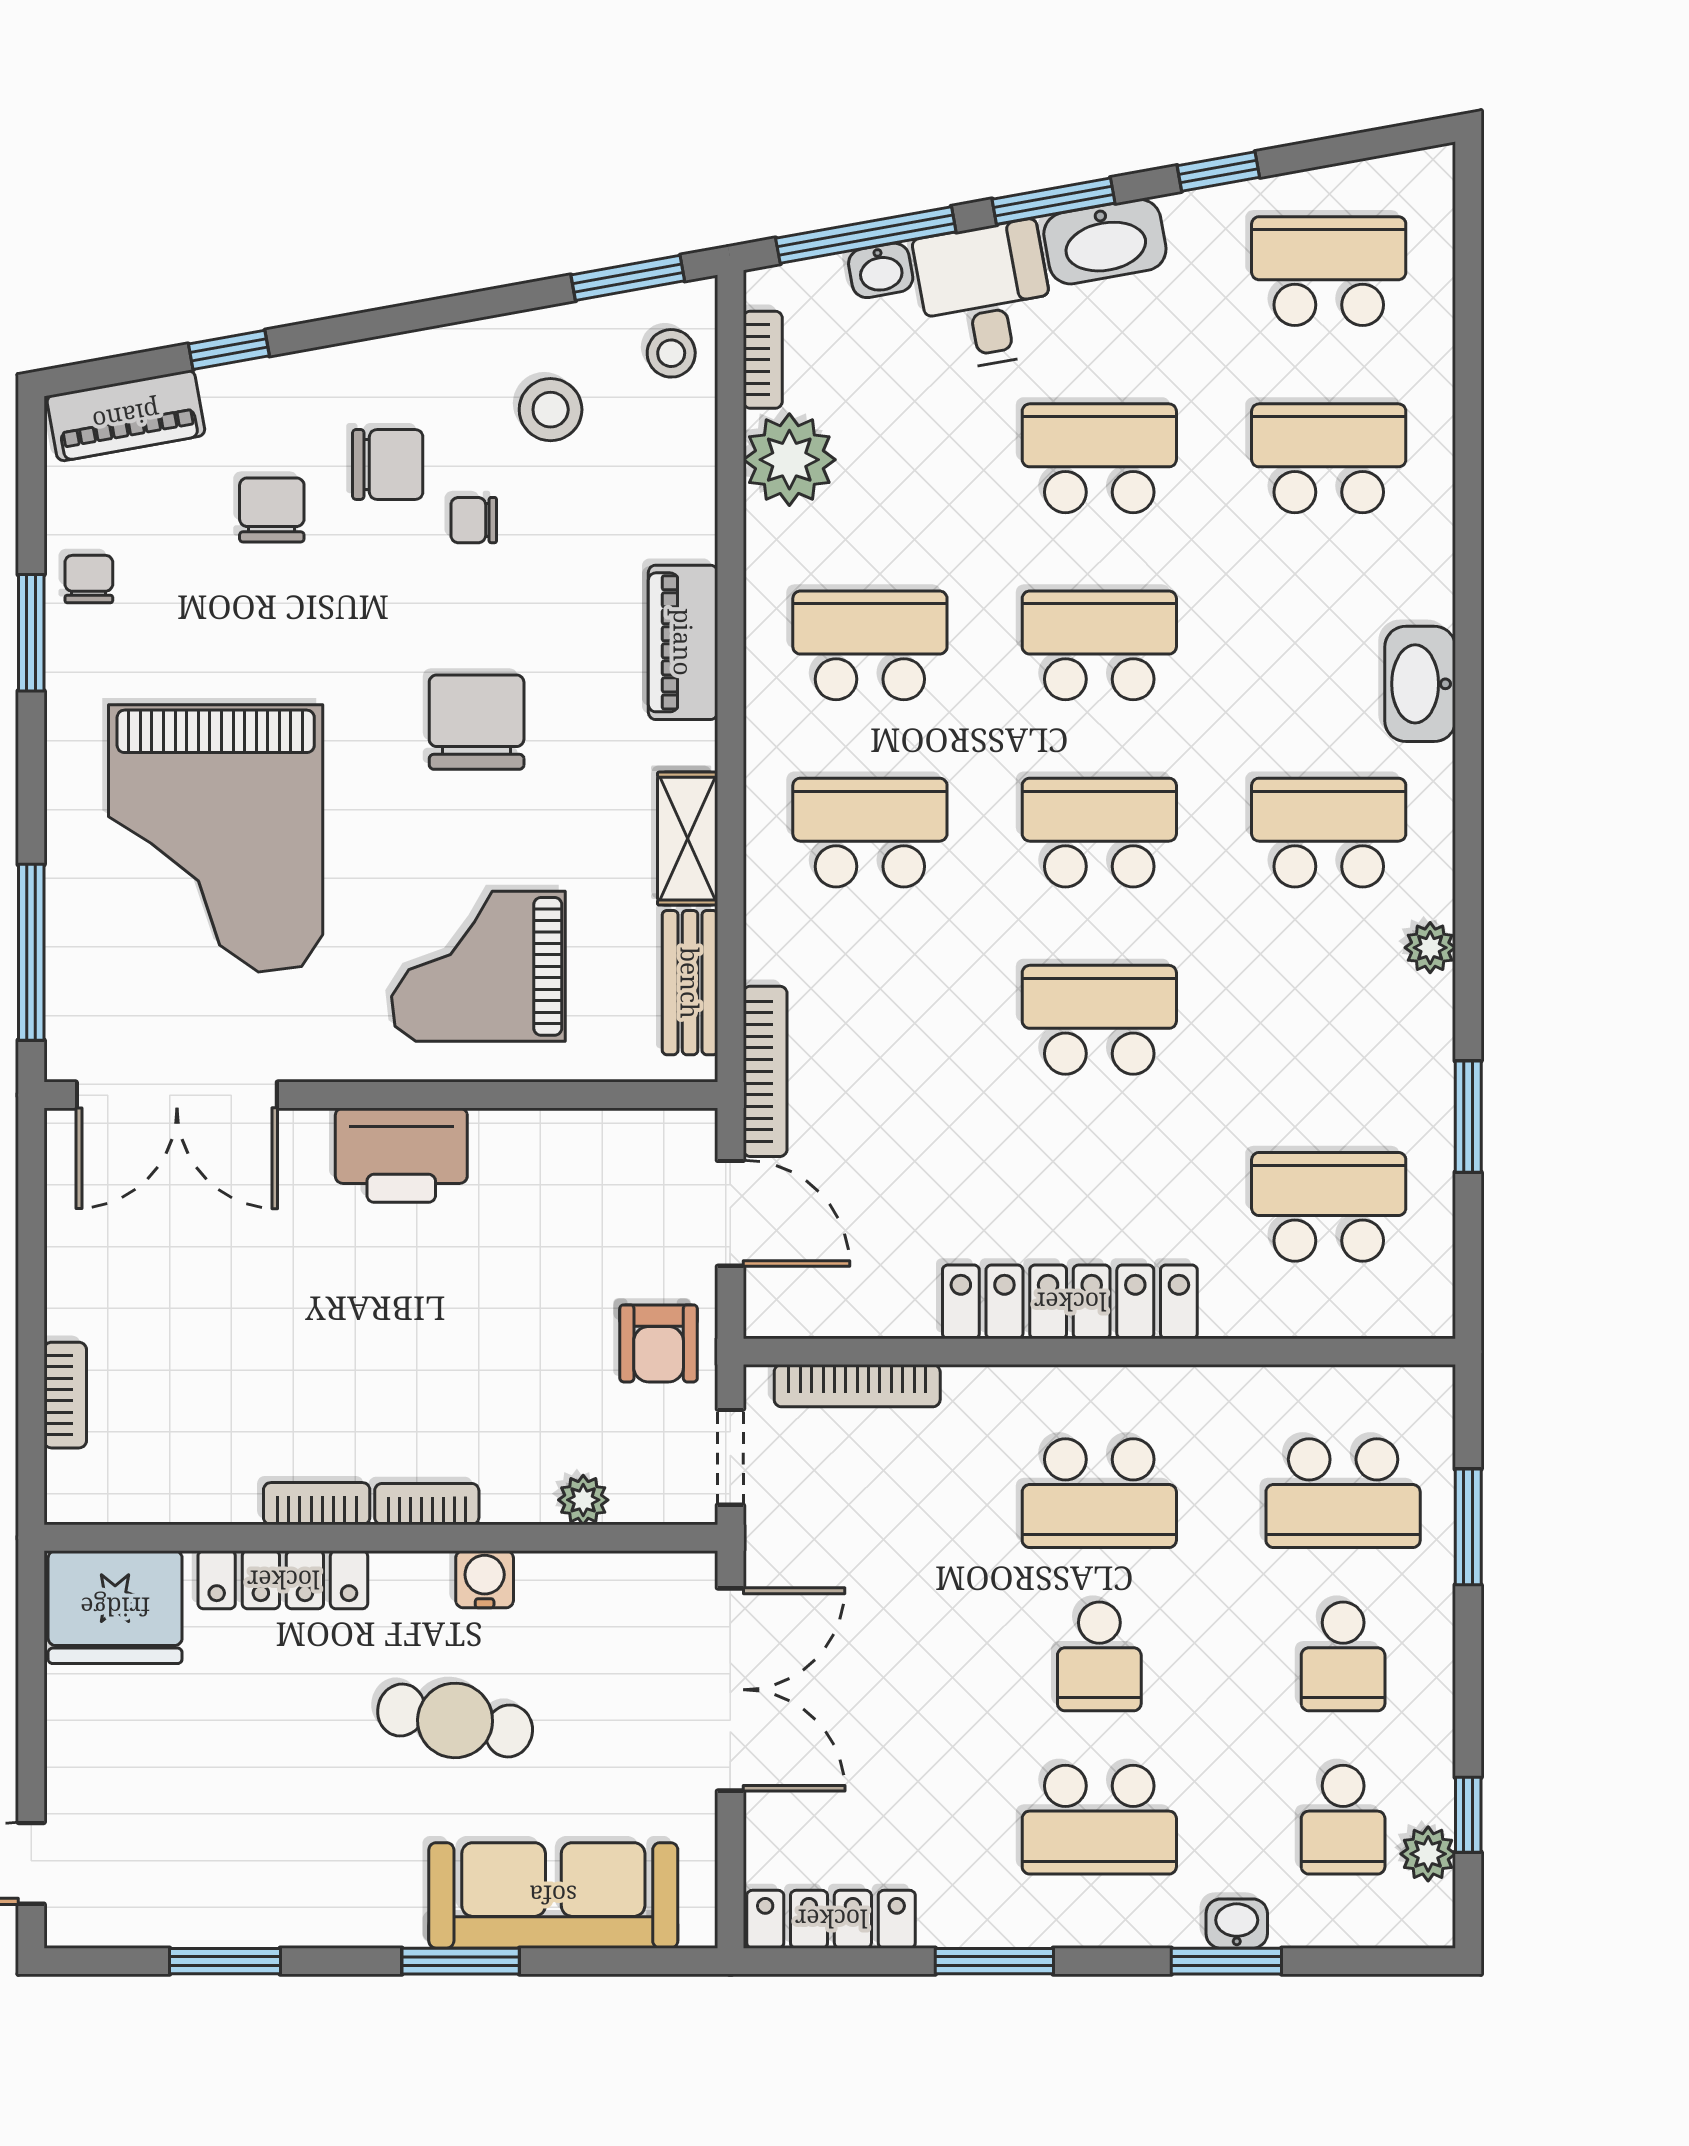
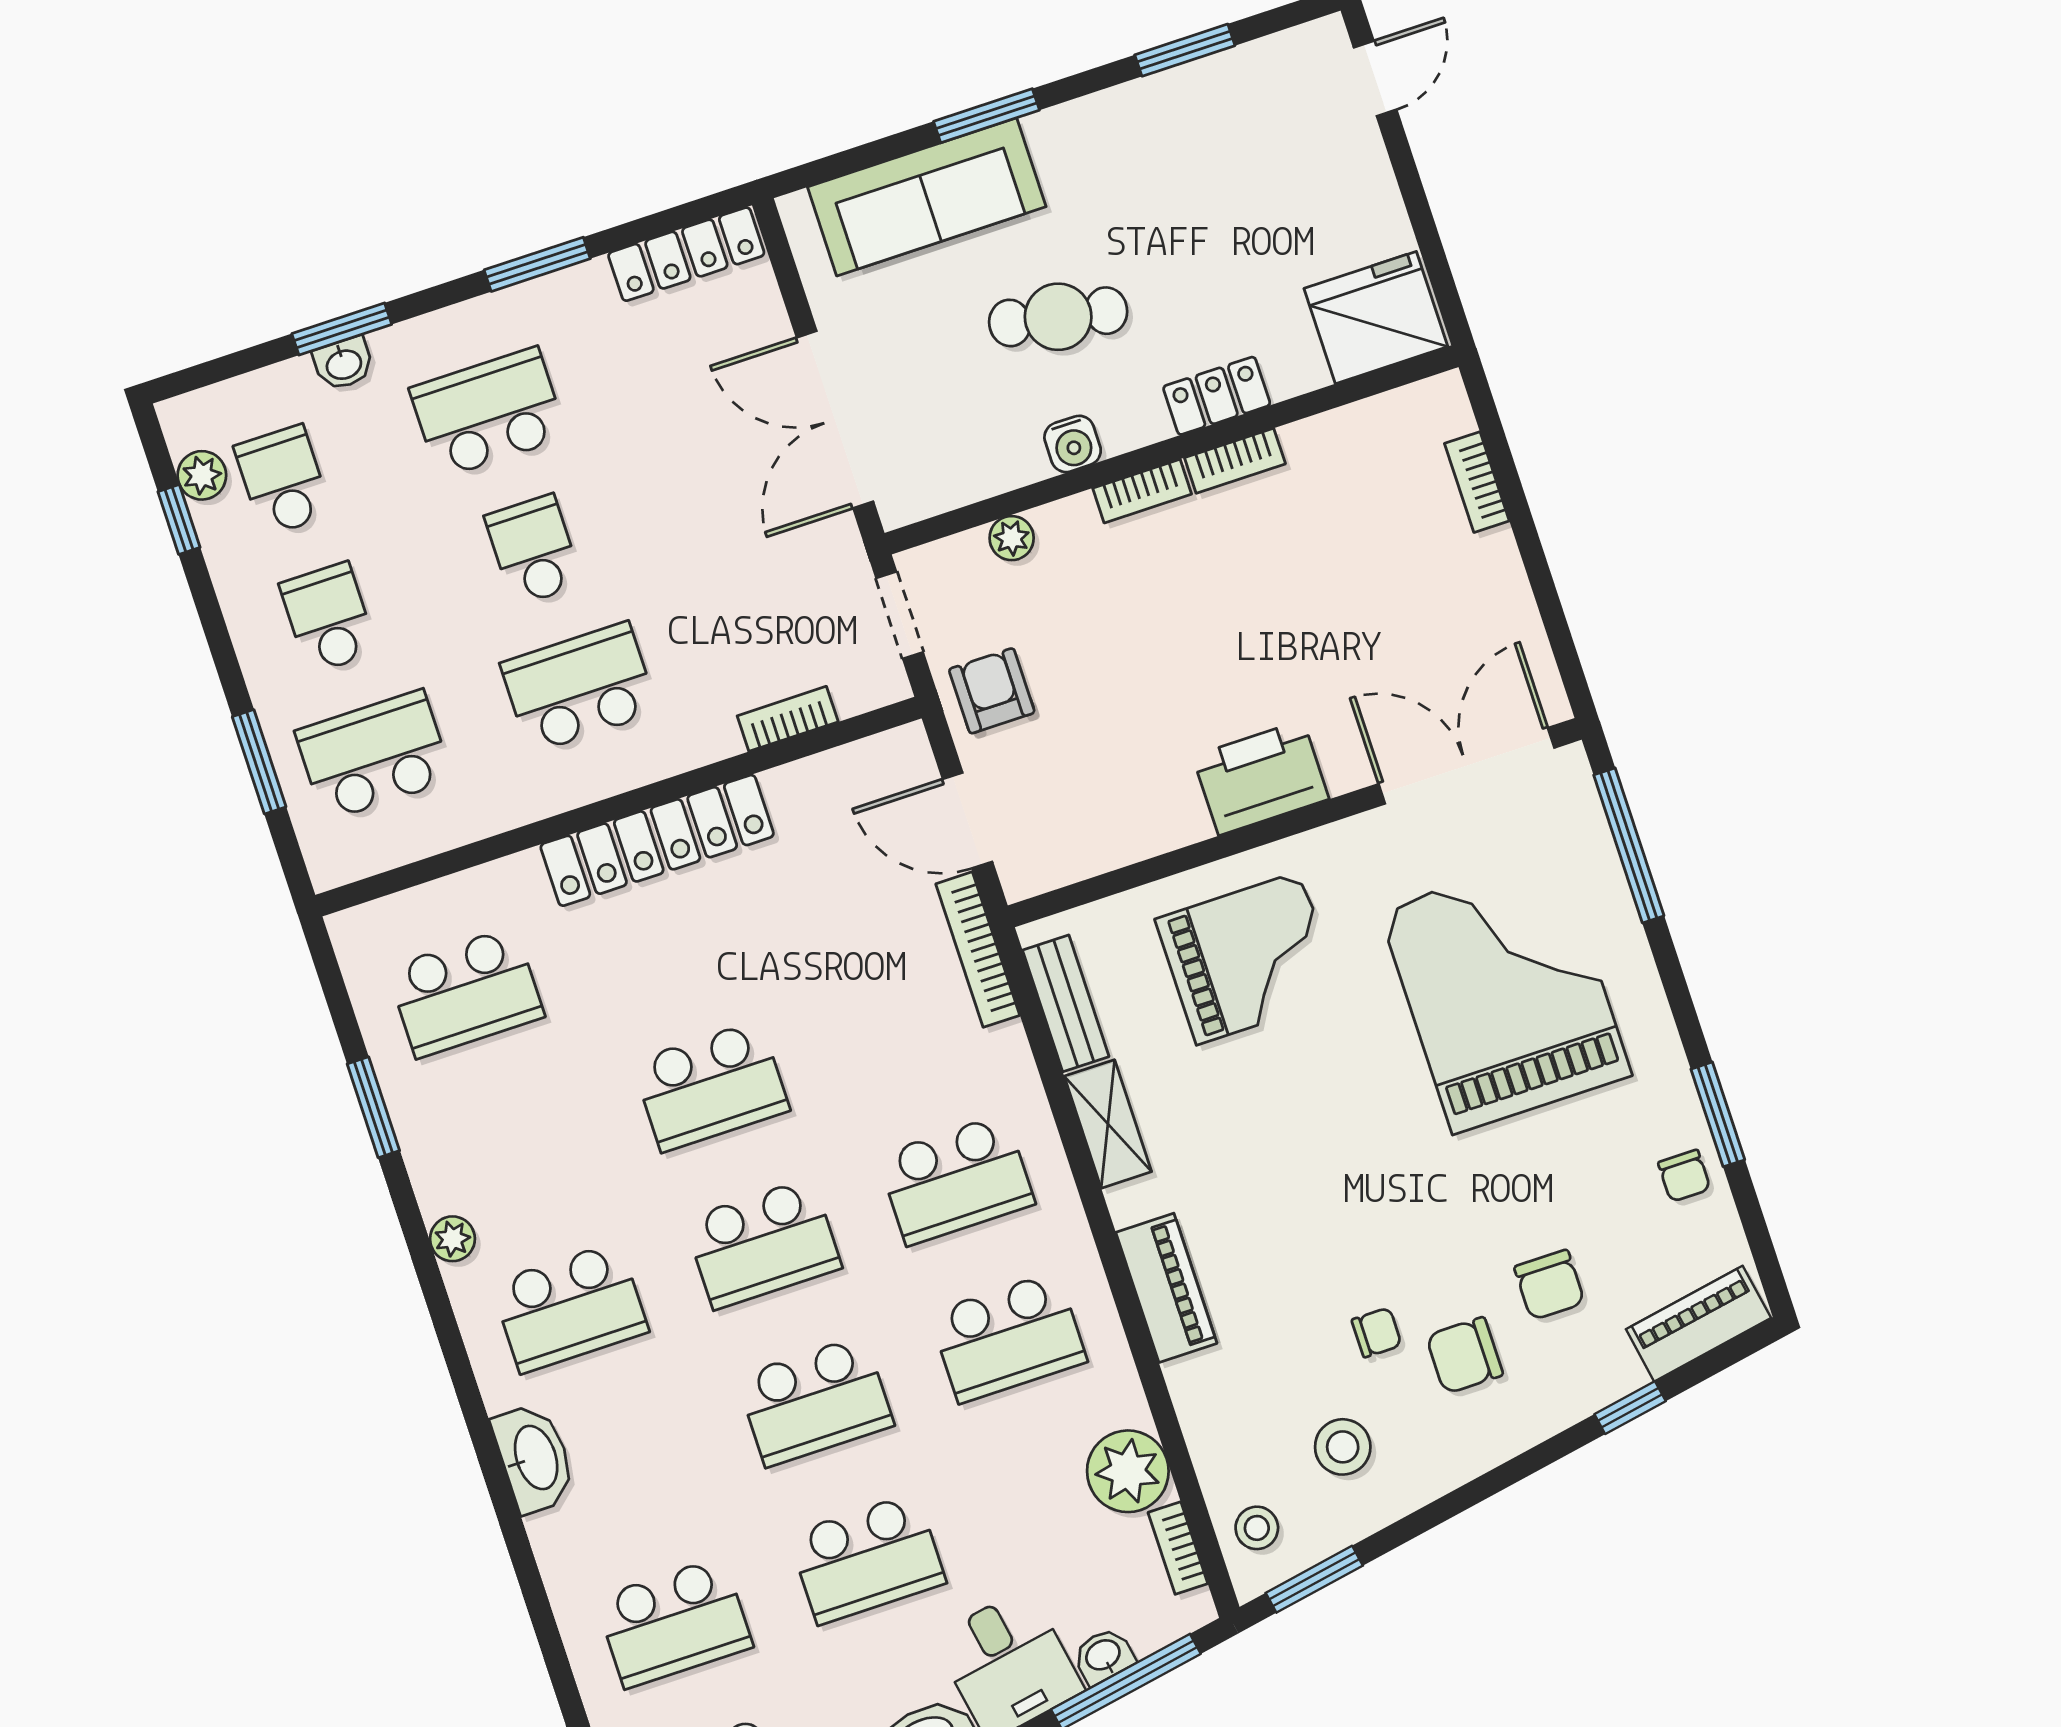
chair: (477, 722) -> (1318, 1163), removed
bookcase: (857, 1386) -> (788, 719), width x0.64
locker: (283, 1580) -> (1217, 396), width x0.66

